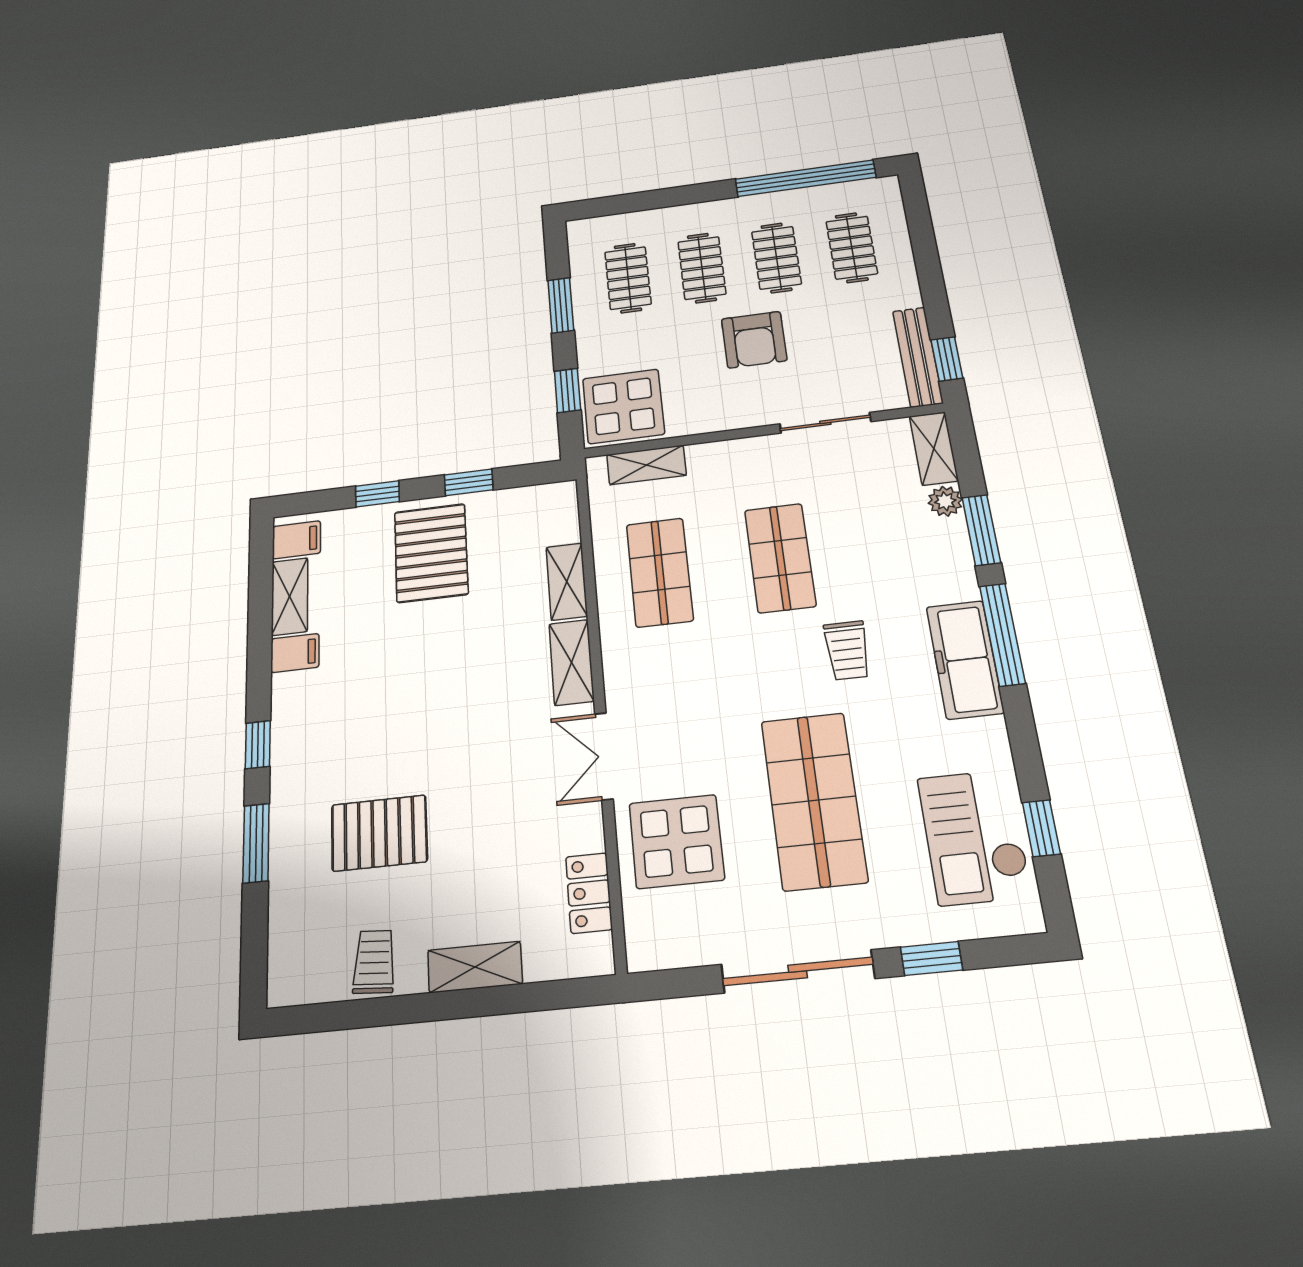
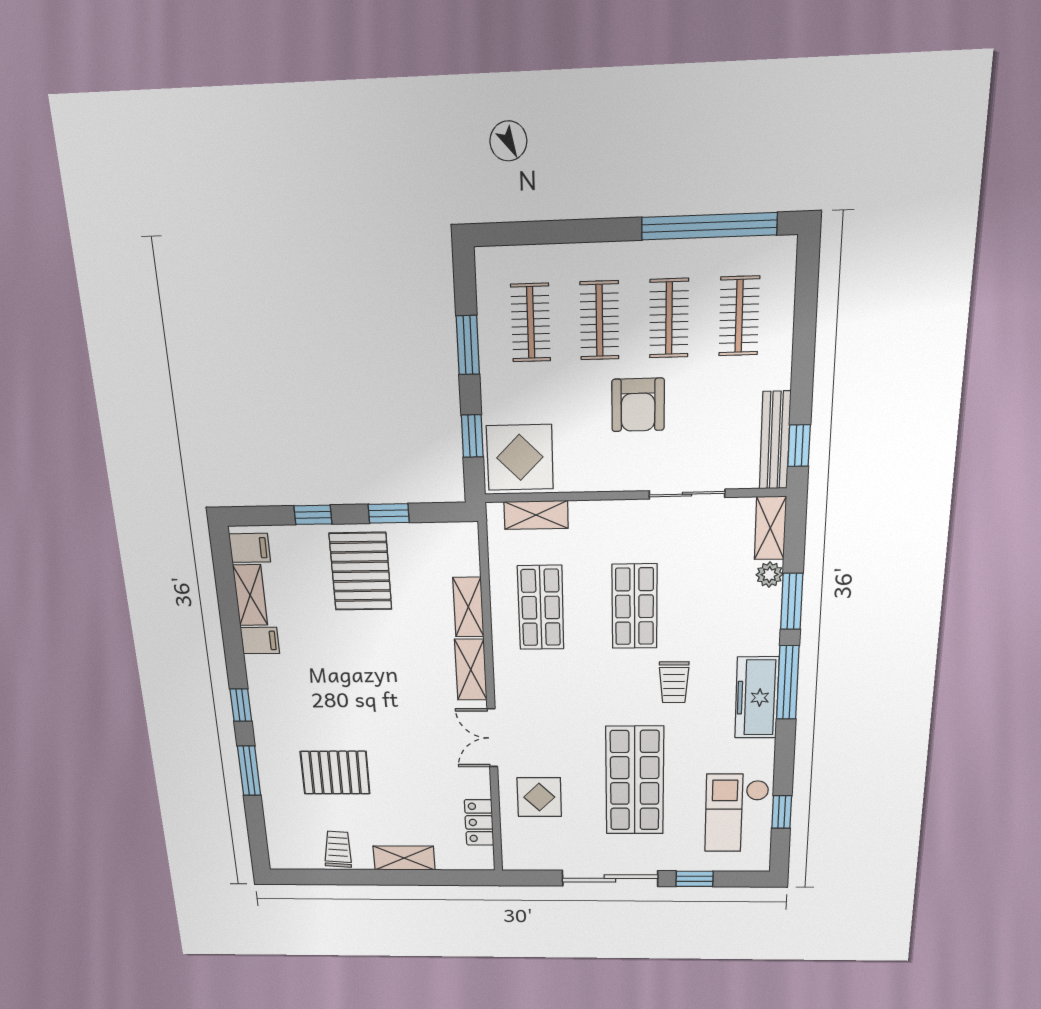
display table: (676, 841) -> (539, 797), width x0.73, depth x0.73

